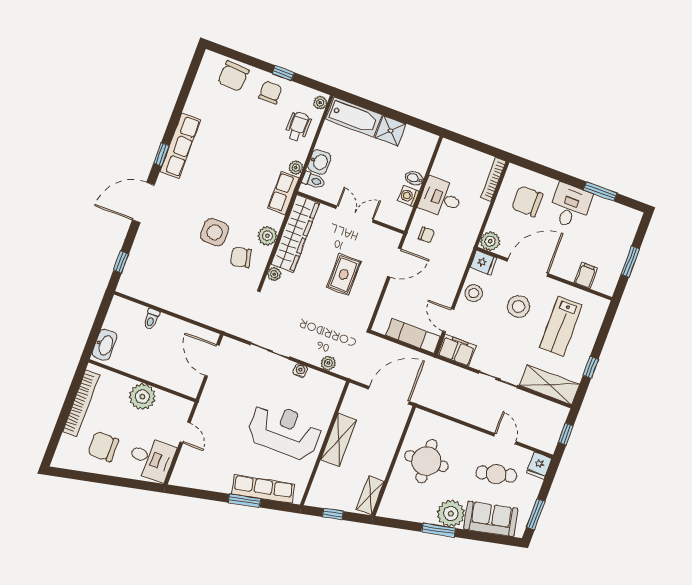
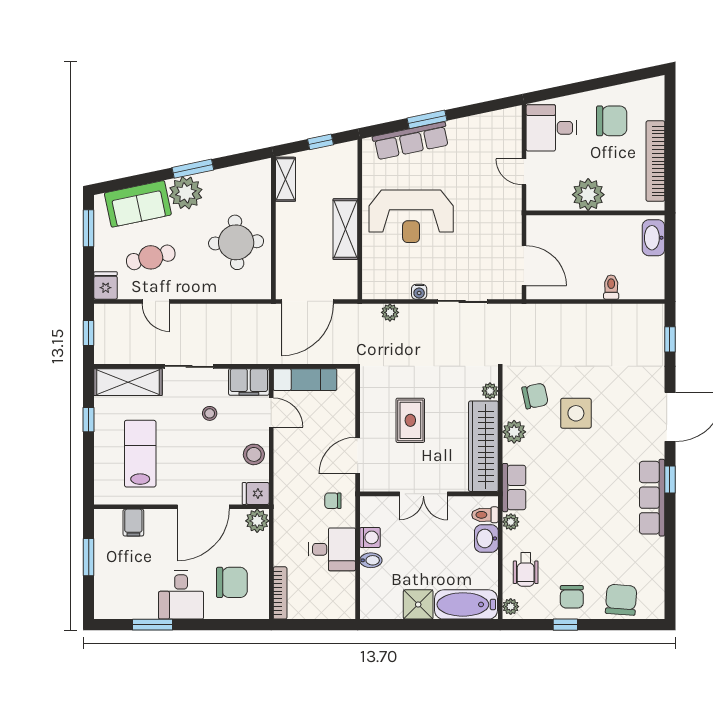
stool: (519, 306) -> (210, 413), moved, width x0.53, depth x0.53

